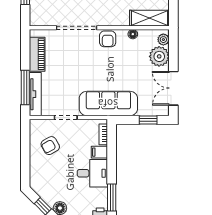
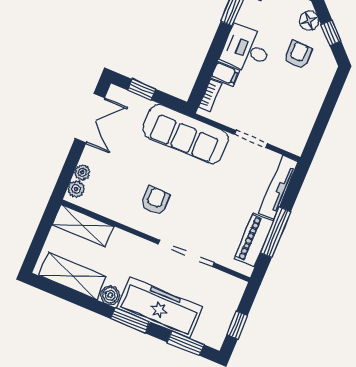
floor lamp: (133, 34) -> (114, 213), removed
armchair: (108, 39) -> (155, 201), moved
plant: (159, 56) -> (82, 172), width x0.53, depth x0.53
window: (25, 88) -> (276, 232), moved
armchair: (50, 146) -> (298, 55), moved, turned -61

